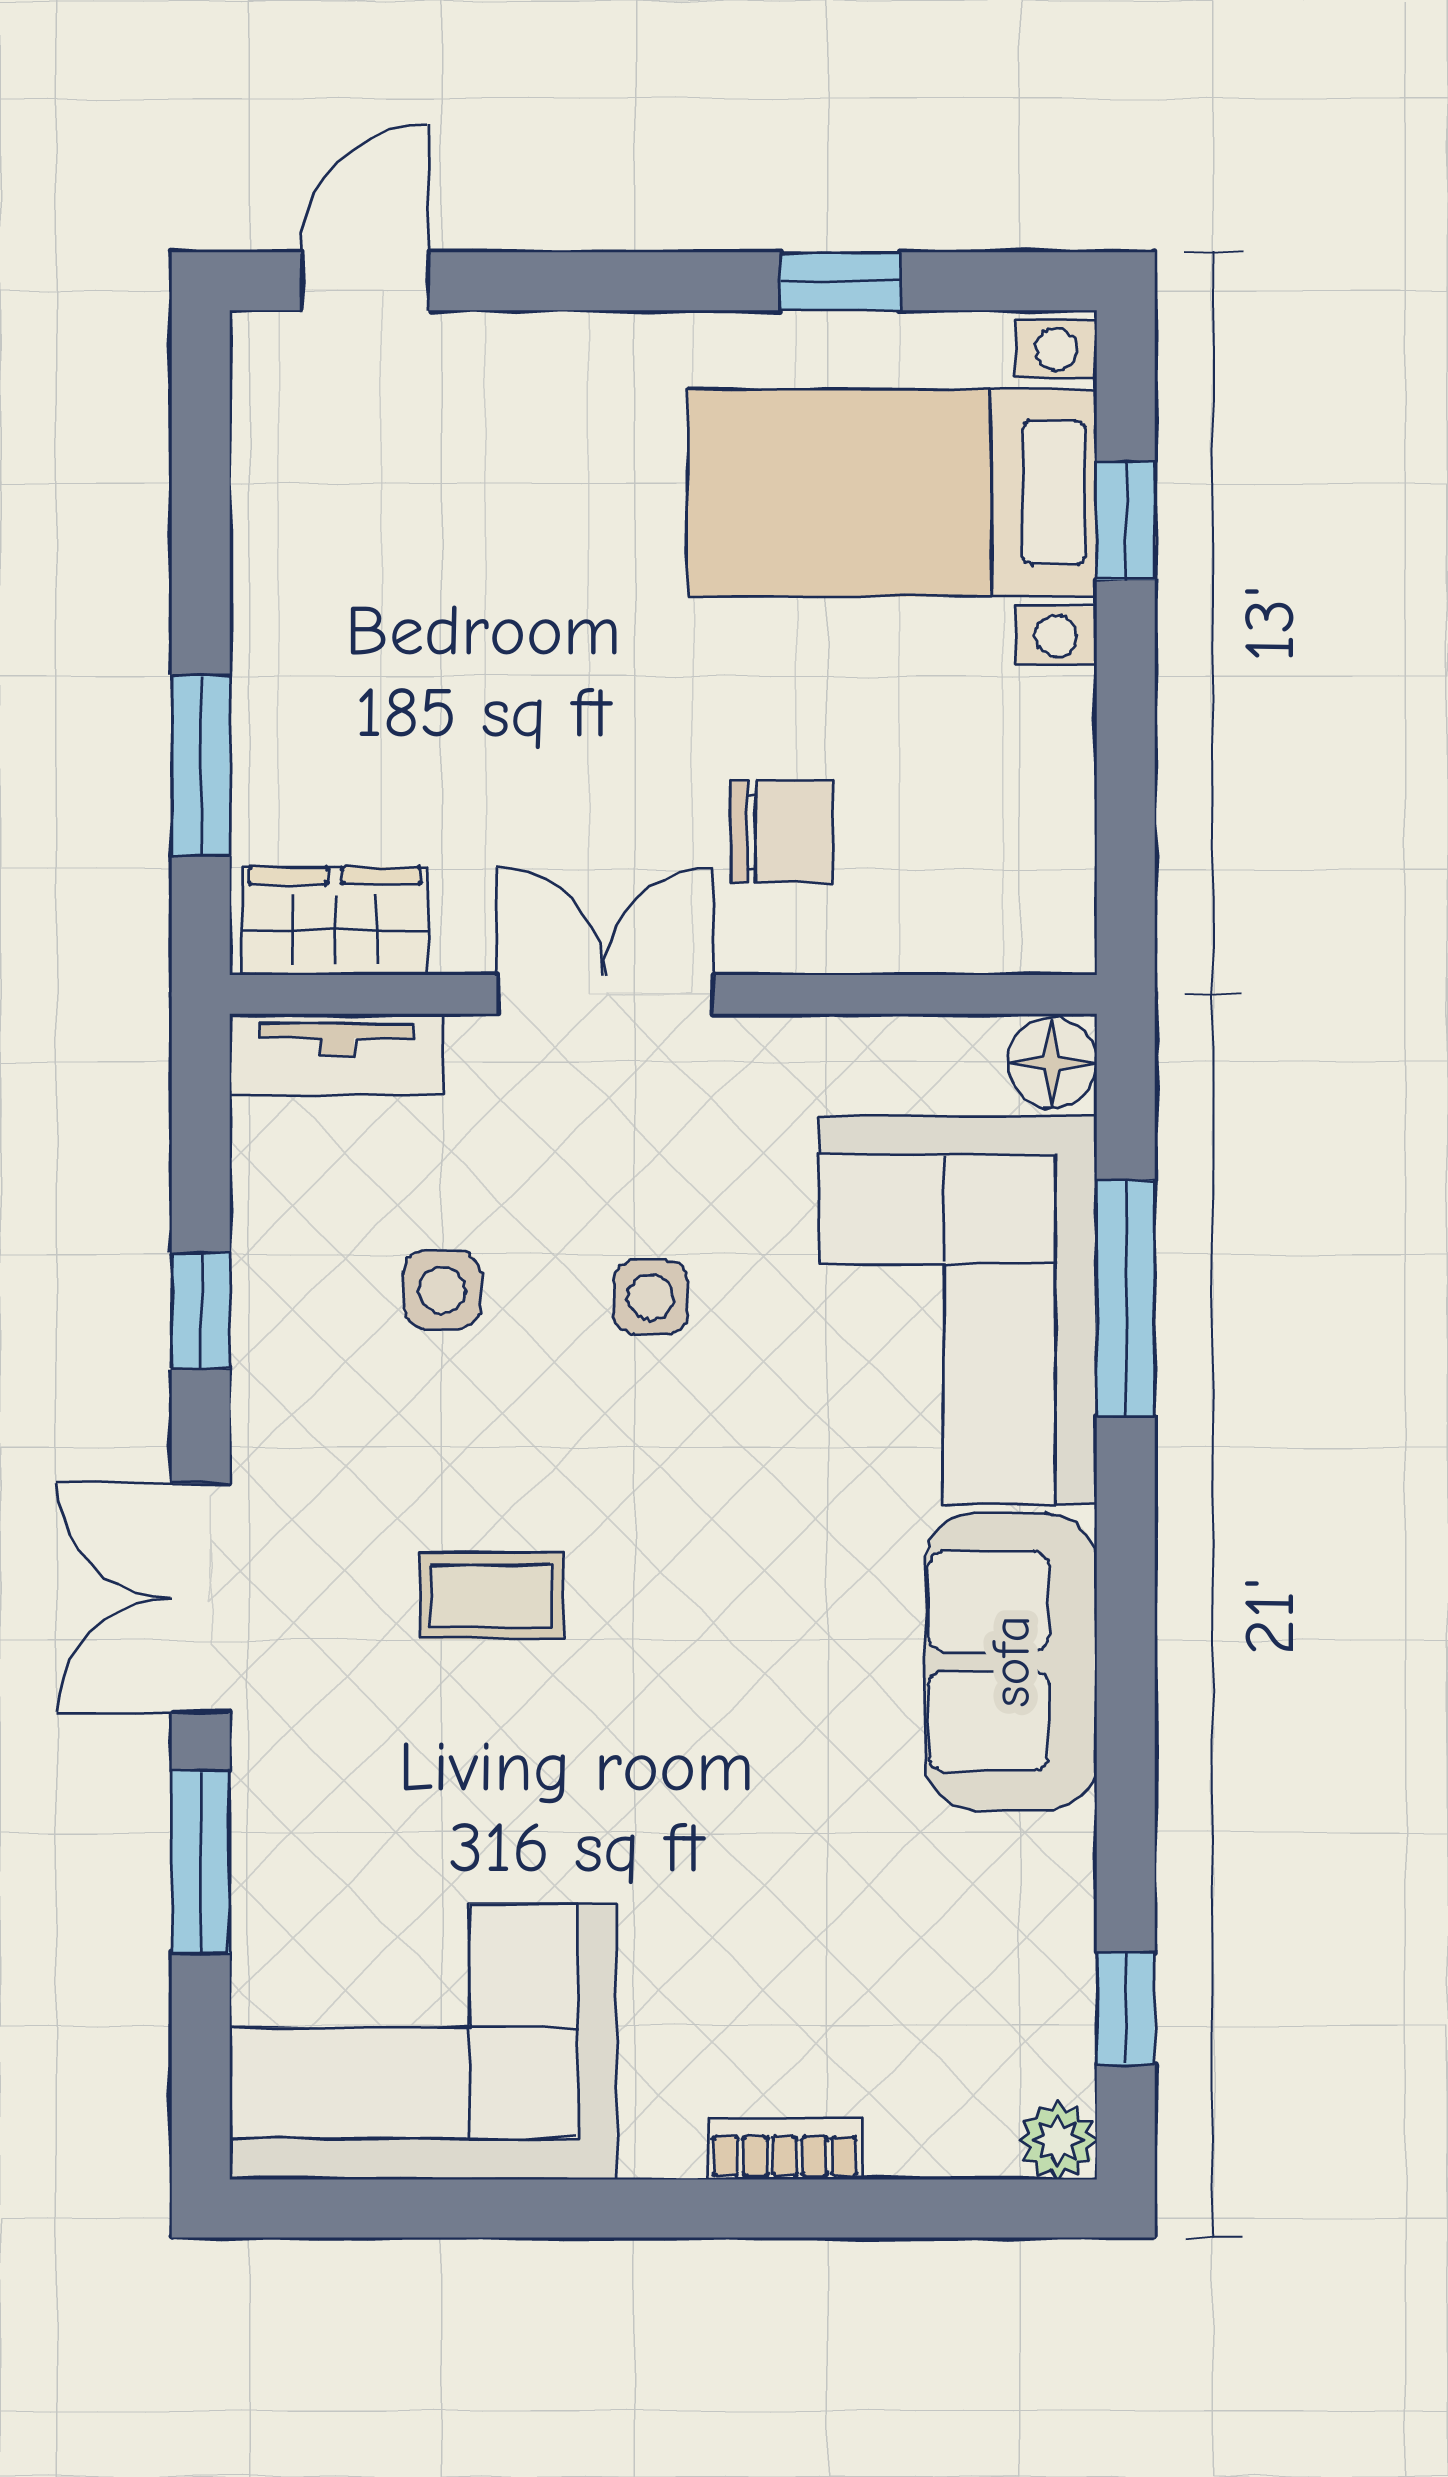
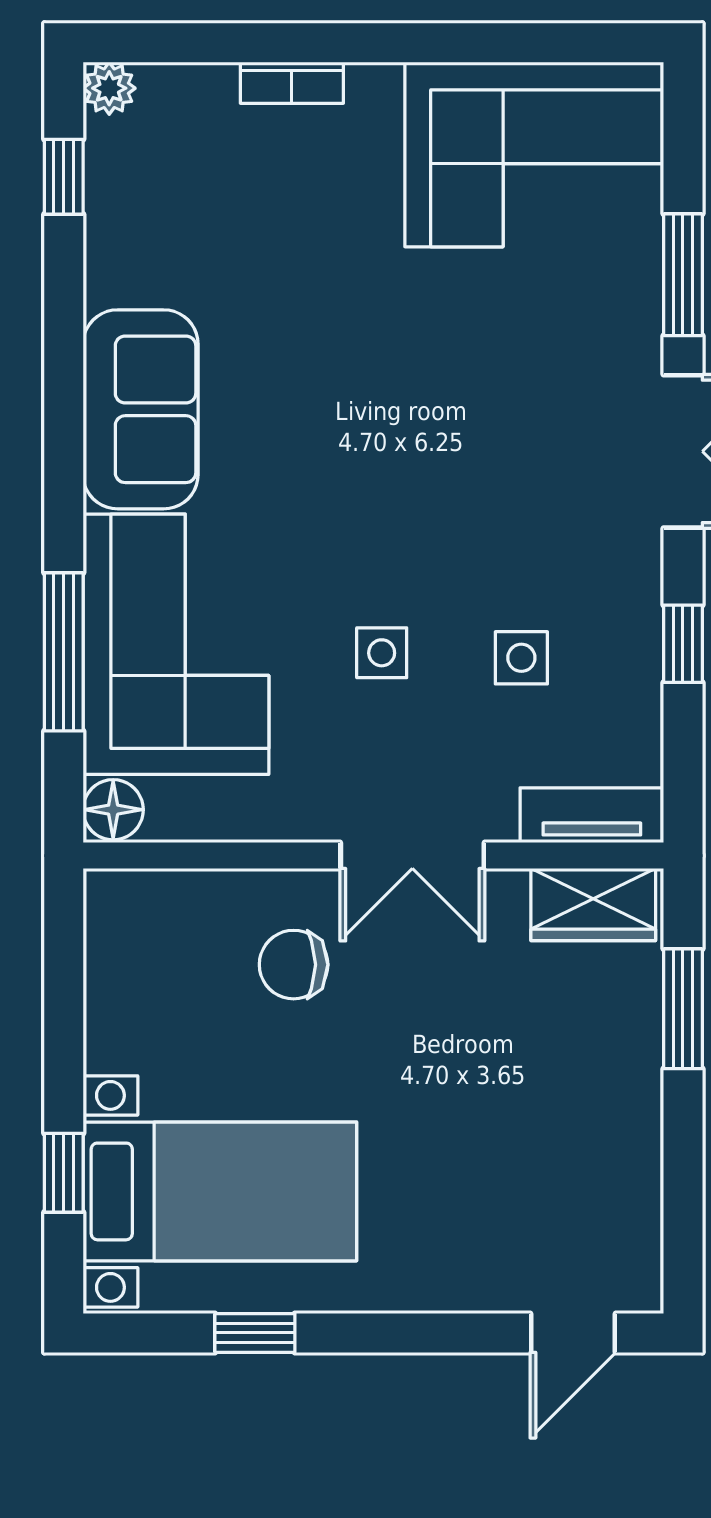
coffee table: (491, 1596) -> (488, 453), removed

